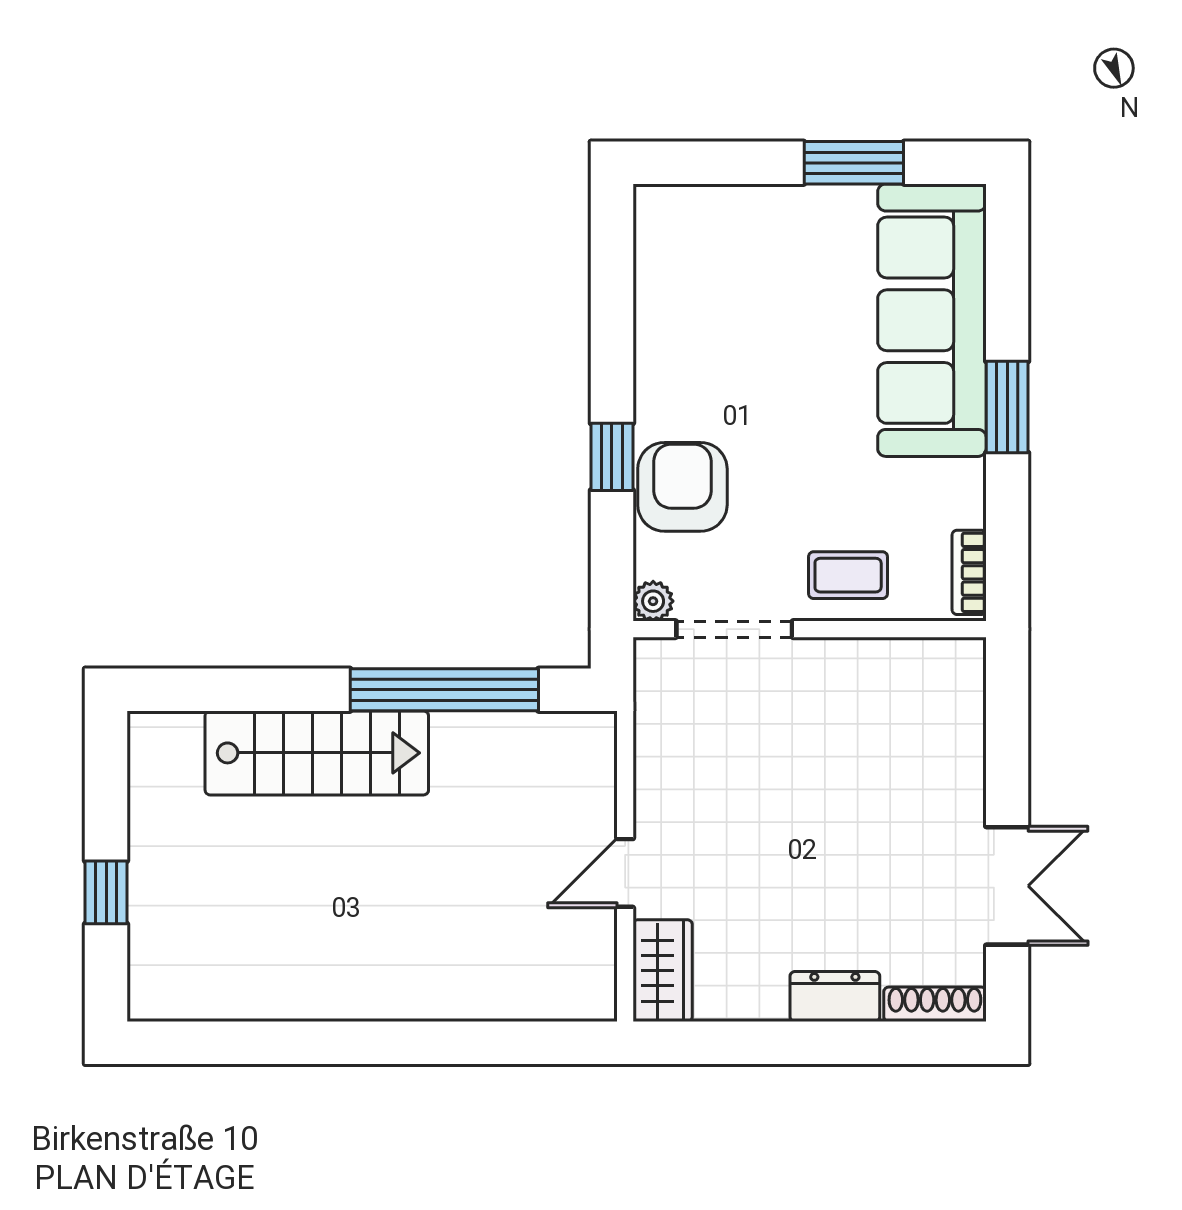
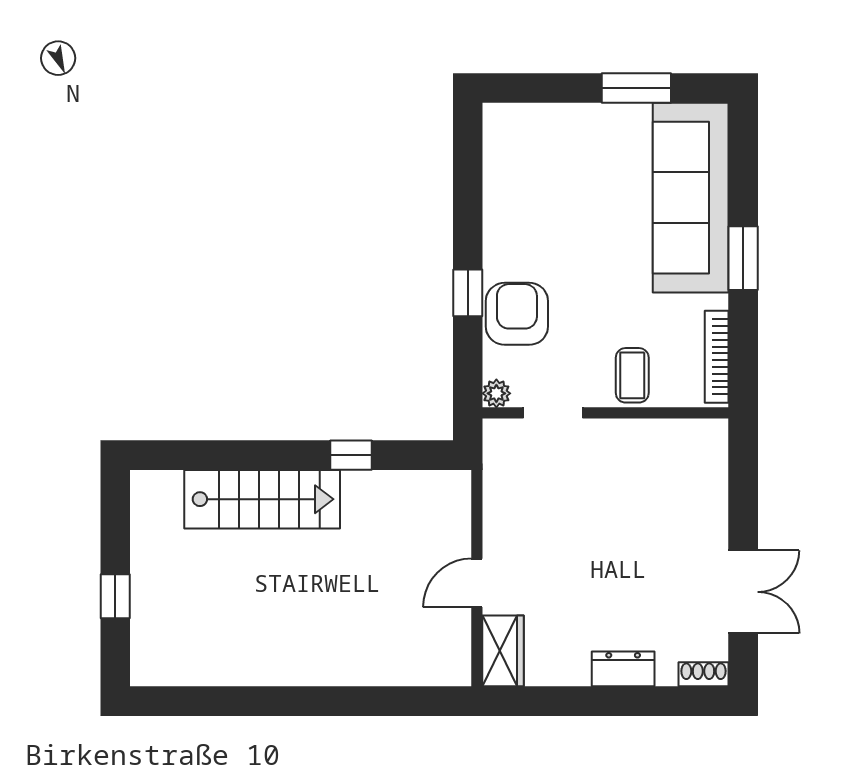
bookcase: (969, 572) -> (717, 357), width x1.56
coffee table: (848, 575) -> (632, 375), turned 90
doorway: (734, 629) -> (553, 413), width x0.73
window: (444, 690) -> (351, 455), width x0.32
shoe rack: (935, 1004) -> (704, 674), width x0.70

